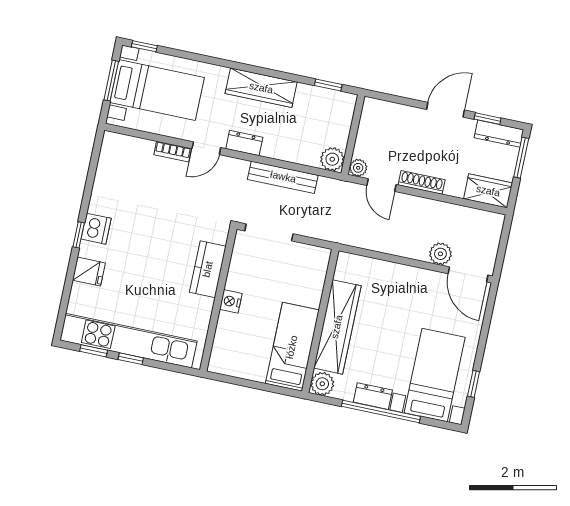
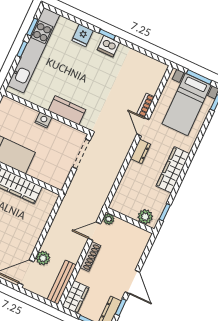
plant: (332, 159) -> (145, 217), moved
bench: (283, 177) -> (62, 282), moved

